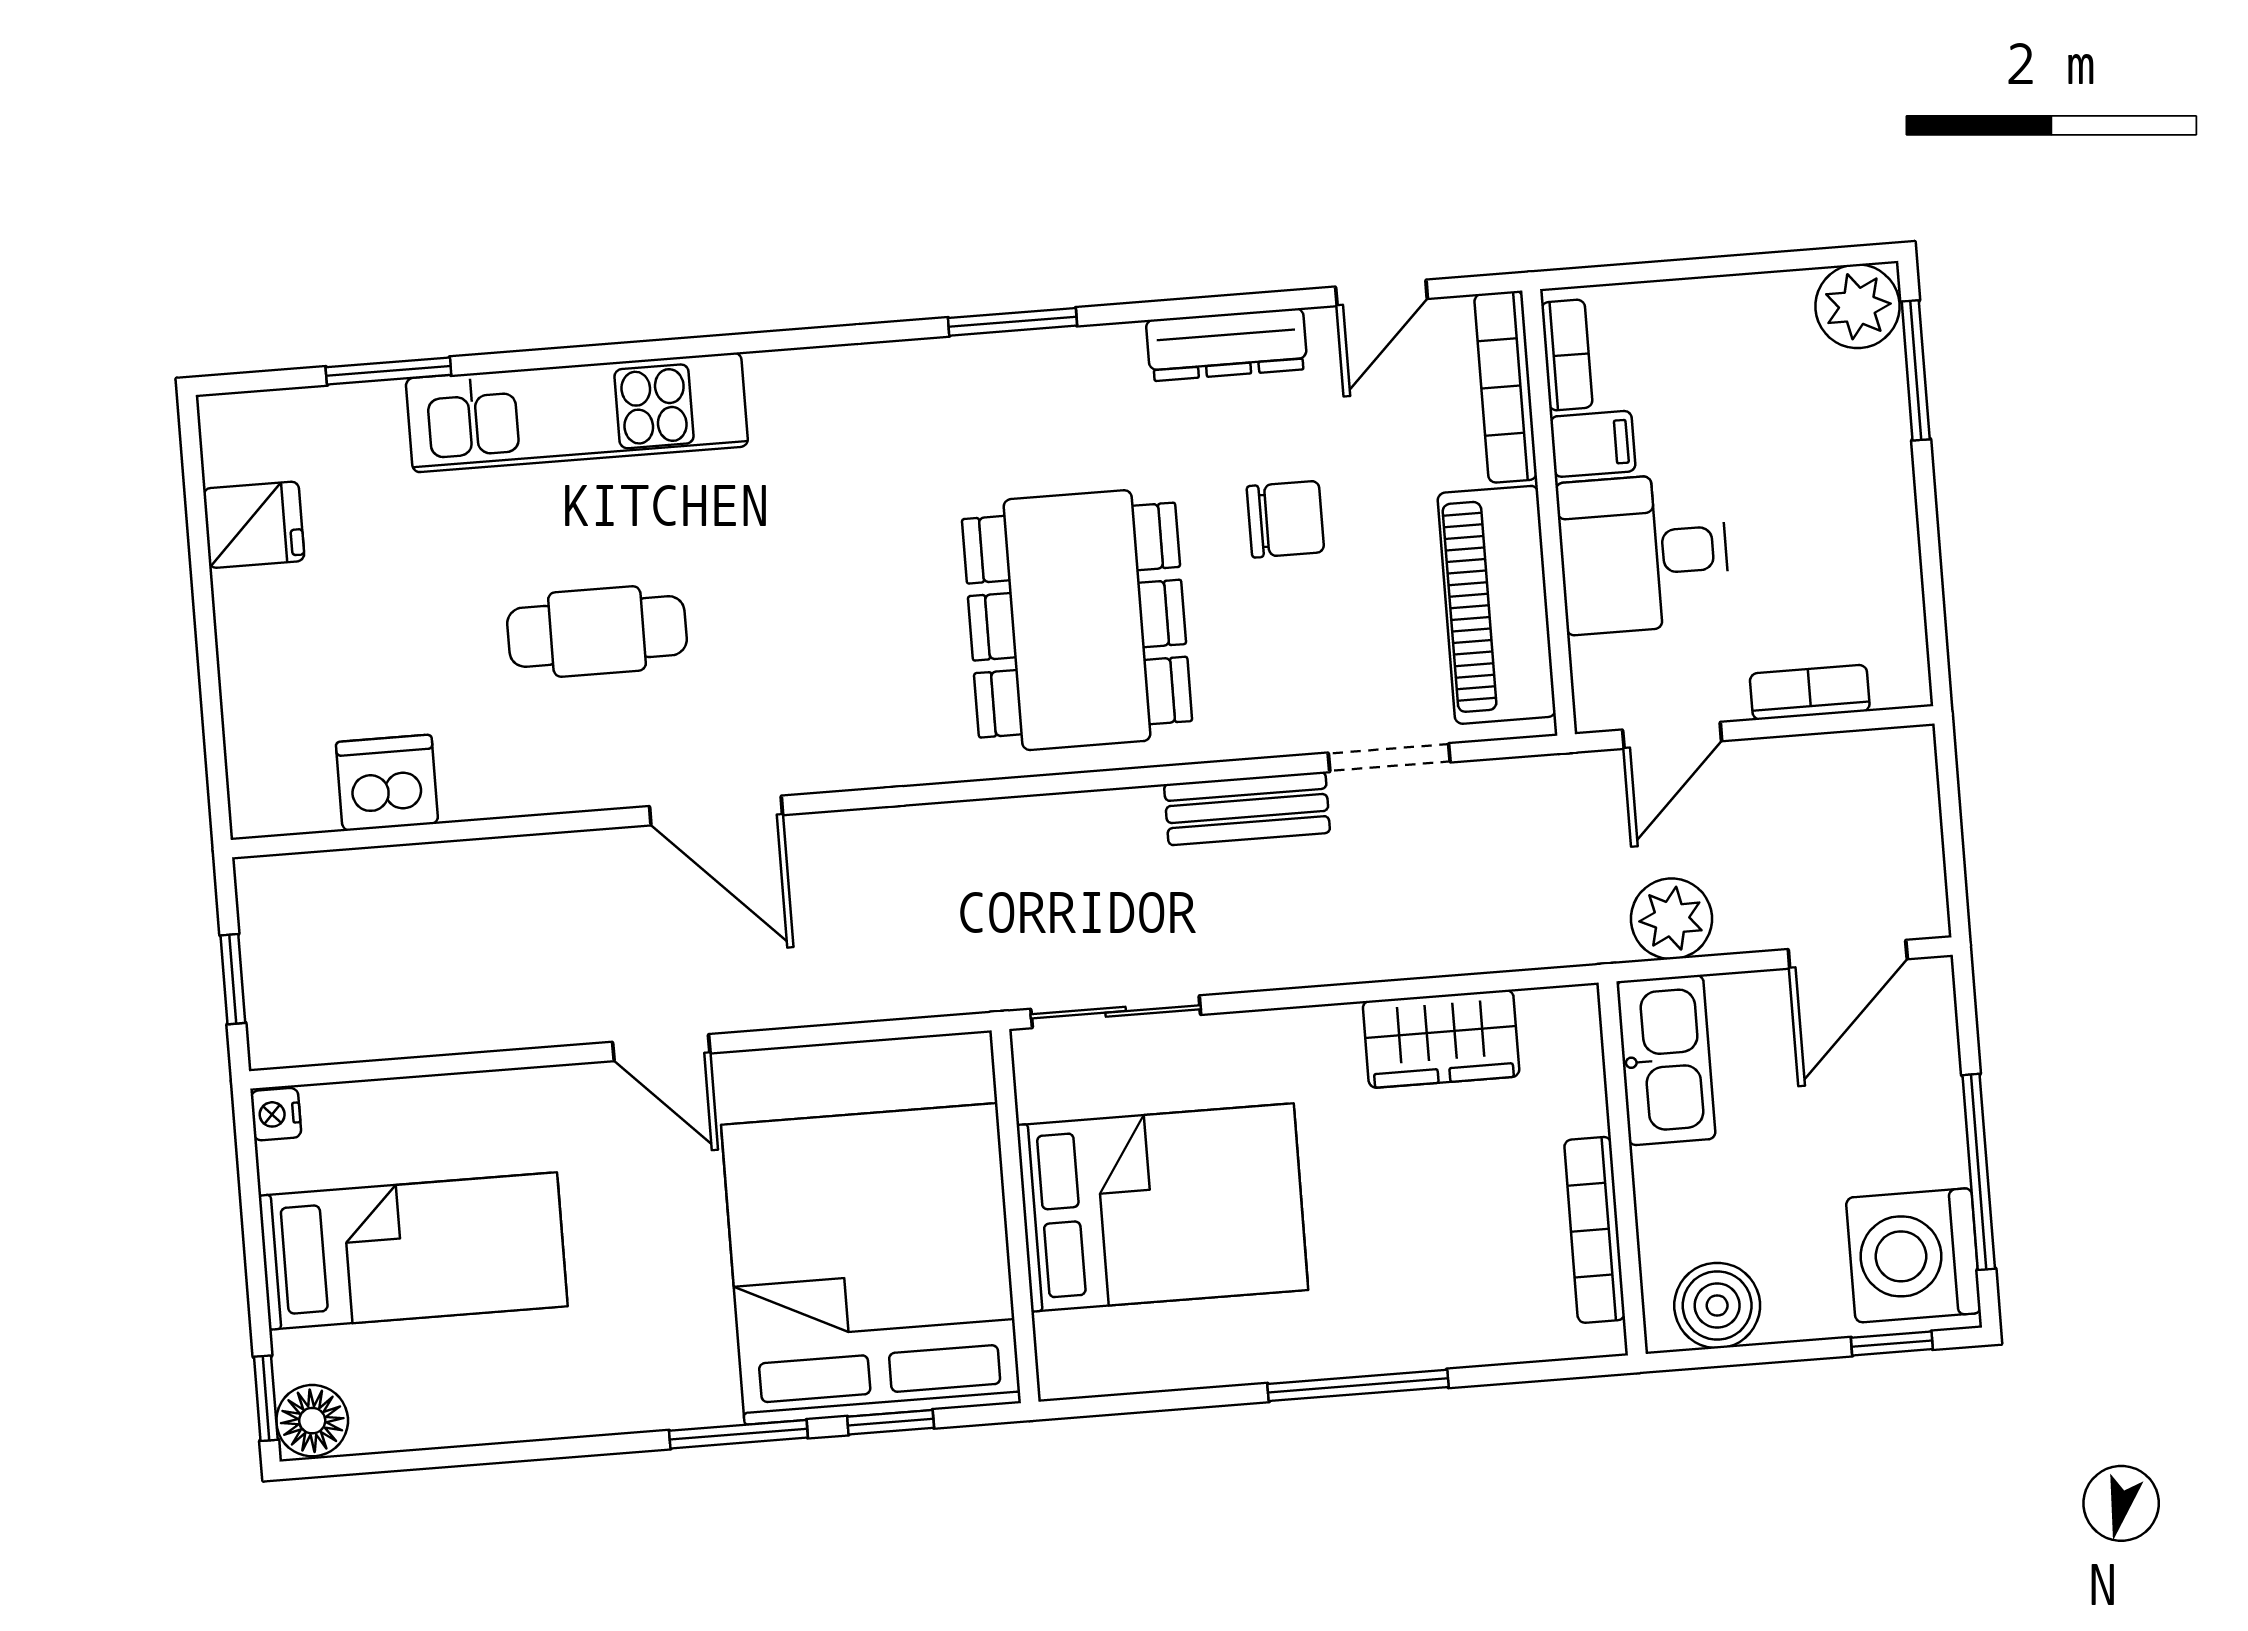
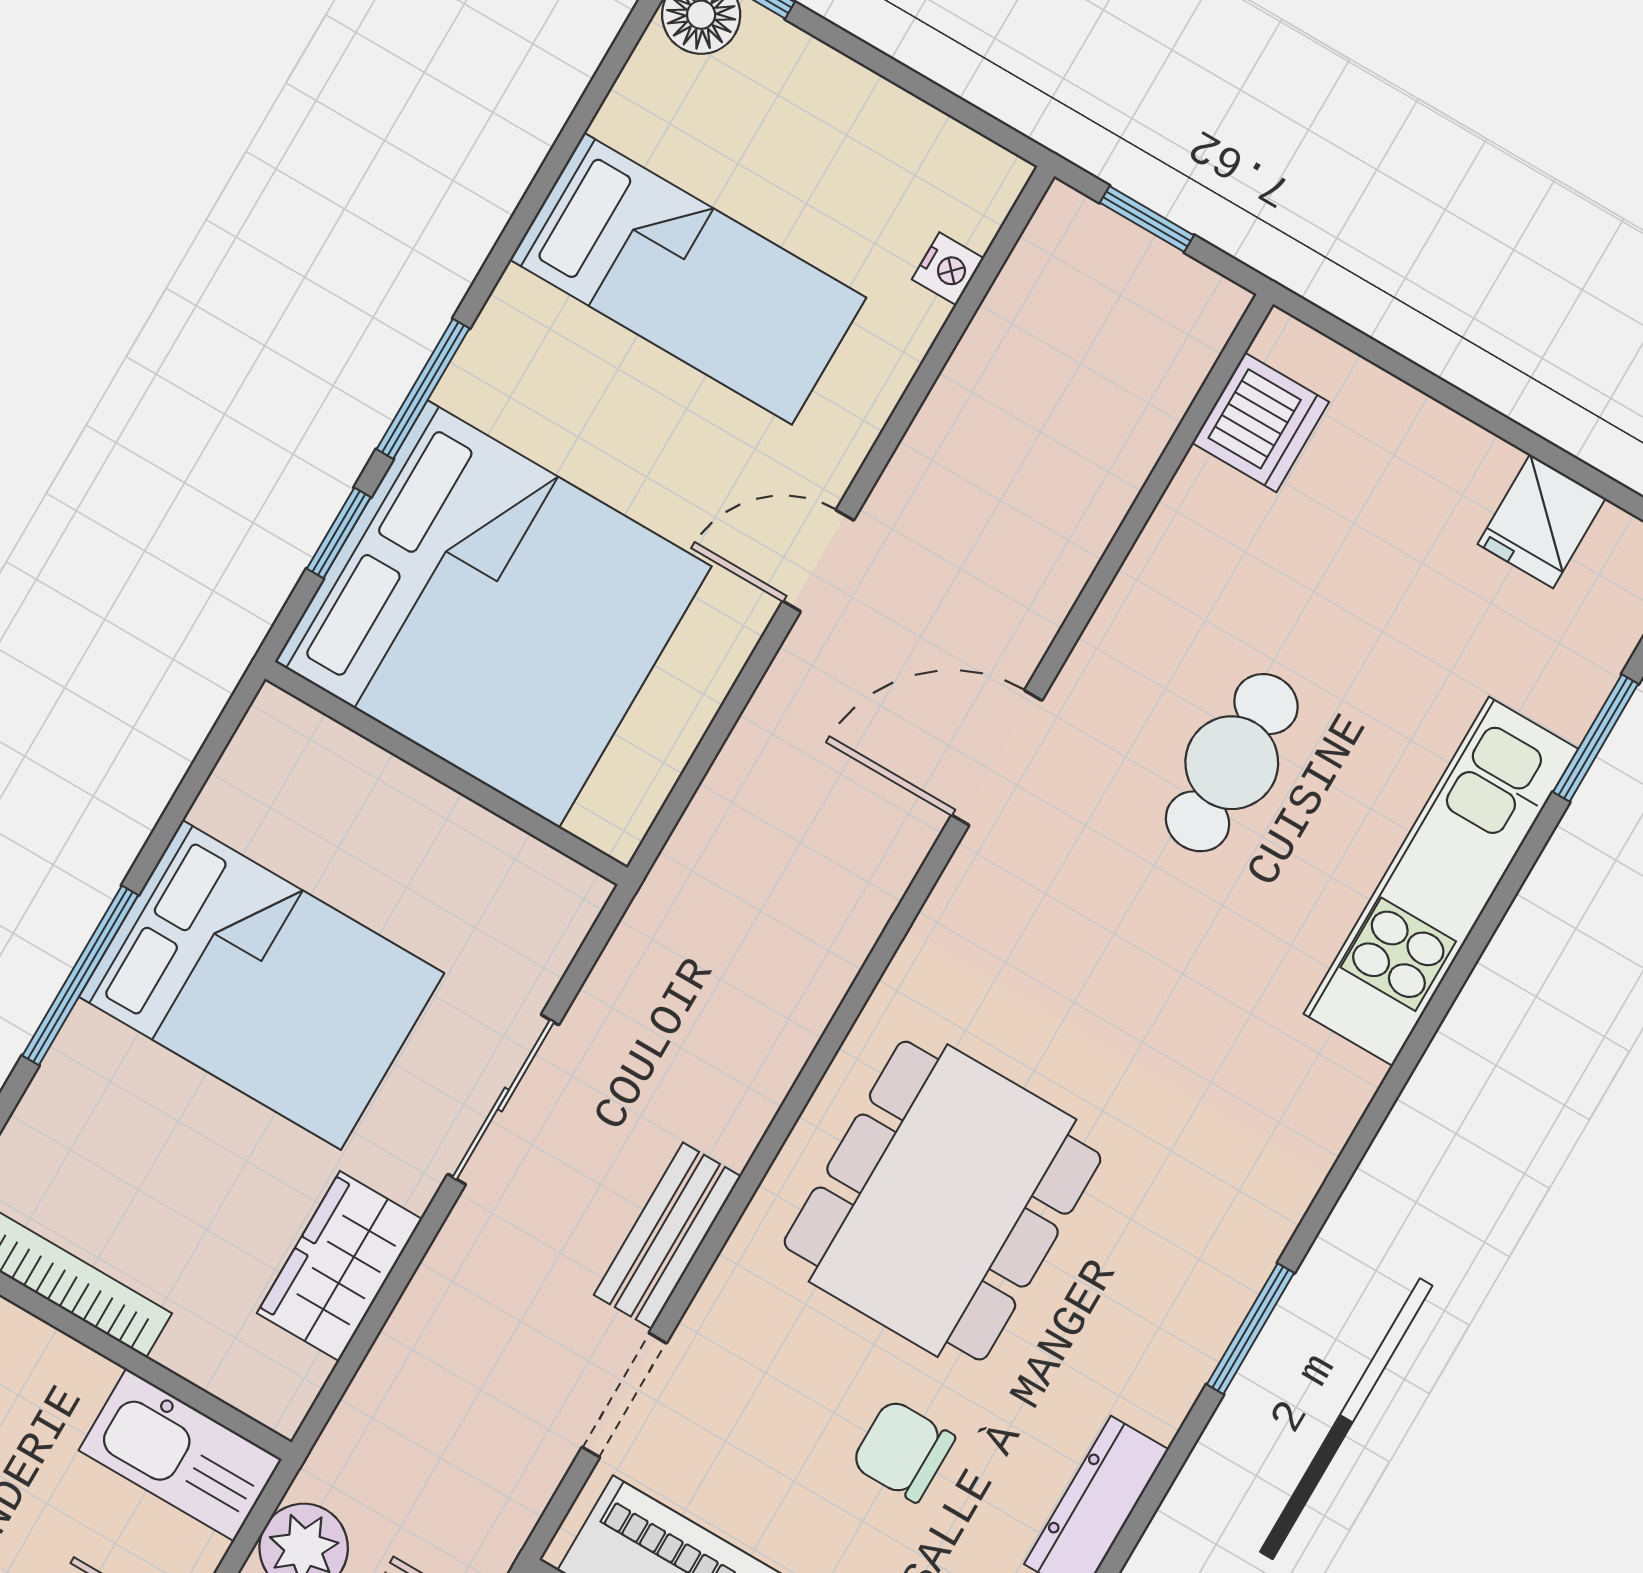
chair: (1285, 519) -> (903, 1451), turned 90
dining table: (1077, 620) -> (943, 1201), turned 90
dishwasher: (387, 783) -> (1261, 422), moved
sliding door: (1116, 1012) -> (503, 1100), moved
nightstand: (276, 1114) -> (948, 269), moved, turned 90
bed: (1162, 1207) -> (262, 985), moved, turned -90
bed: (413, 1251) -> (688, 279), moved, turned -90

